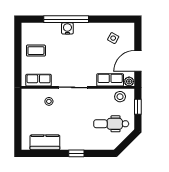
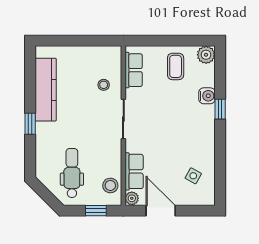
window: (66, 19) -> (220, 109), width x0.32
water cooler: (67, 28) -> (207, 96), moved
plant: (28, 29) -> (206, 55), added
kitchen counter: (45, 142) -> (46, 90), width x1.50

